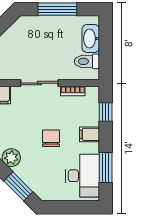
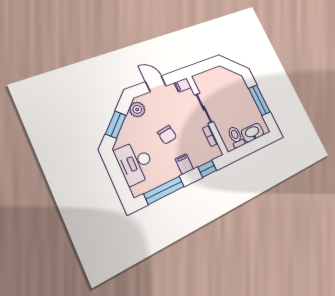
chair: (51, 138) -> (167, 135), turned 82
window: (106, 168) -> (164, 190), width x1.44
desk: (82, 176) -> (135, 163), moved, turned 90

